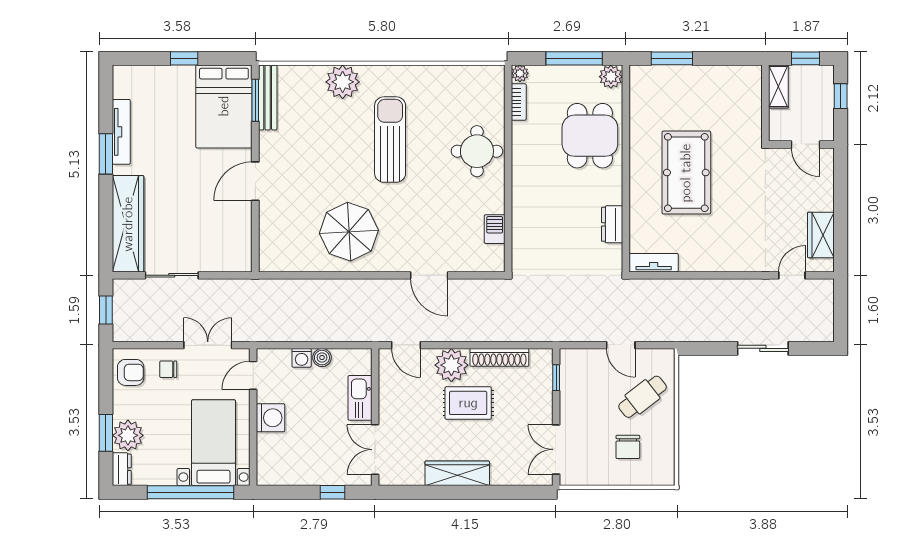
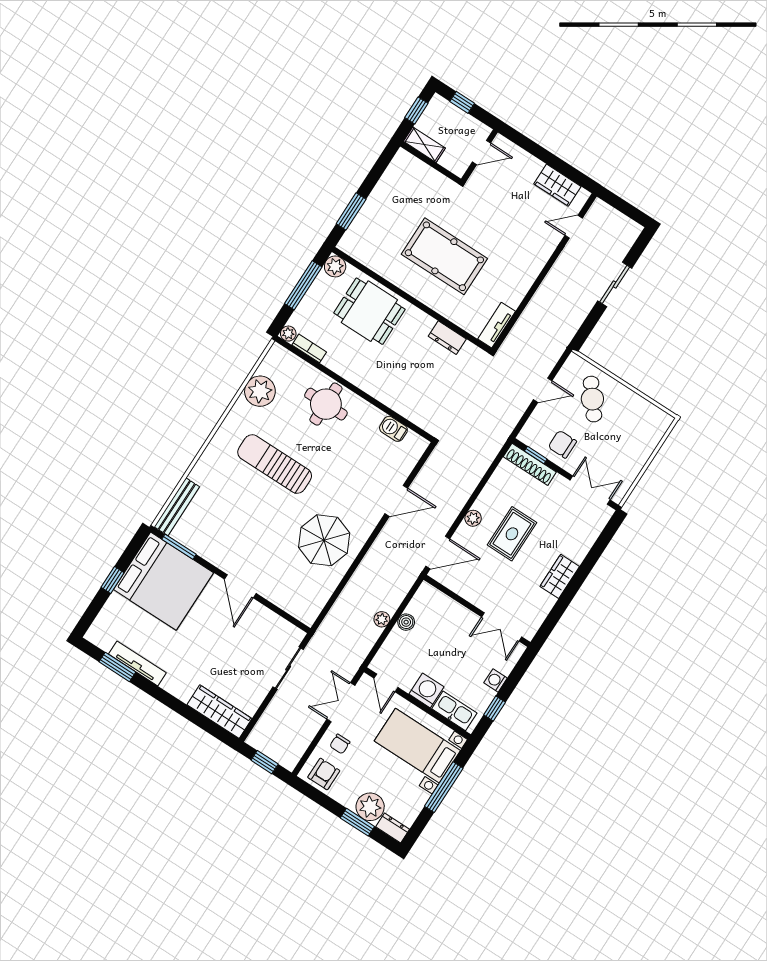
plant: (343, 82) -> (260, 391), moved
bench: (268, 98) -> (177, 507), moved, turned 90
bed: (224, 106) -> (163, 581), width x1.36
window: (106, 154) -> (117, 667), moved
wardrobe: (128, 224) -> (219, 712), width x0.71, depth x0.85
sliding door: (172, 275) -> (288, 668), moved
door: (792, 275) -> (574, 227), hinge flipped
plant: (310, 333) -> (382, 619), added
door: (406, 345) -> (438, 553), width x1.38
shoe rack: (499, 357) -> (530, 464), moved, turned 90
washing machine: (302, 358) -> (496, 680), moved, turned 180
plant: (451, 365) -> (473, 518), width x0.53, depth x0.53
kitchen sink: (360, 398) -> (454, 711), moved, turned 180
chair: (628, 447) -> (562, 444), moved, turned 180
double door: (556, 449) -> (590, 490), swing flipped
wardrobe: (457, 473) -> (560, 576), width x0.67
window: (191, 492) -> (444, 787), width x0.68
window: (332, 492) -> (495, 709), moved

